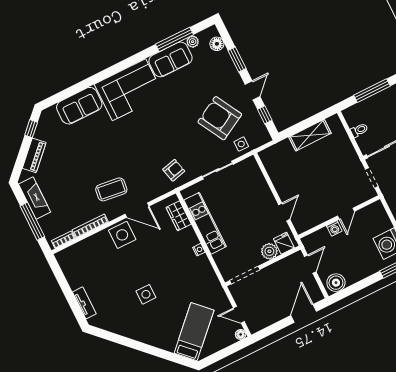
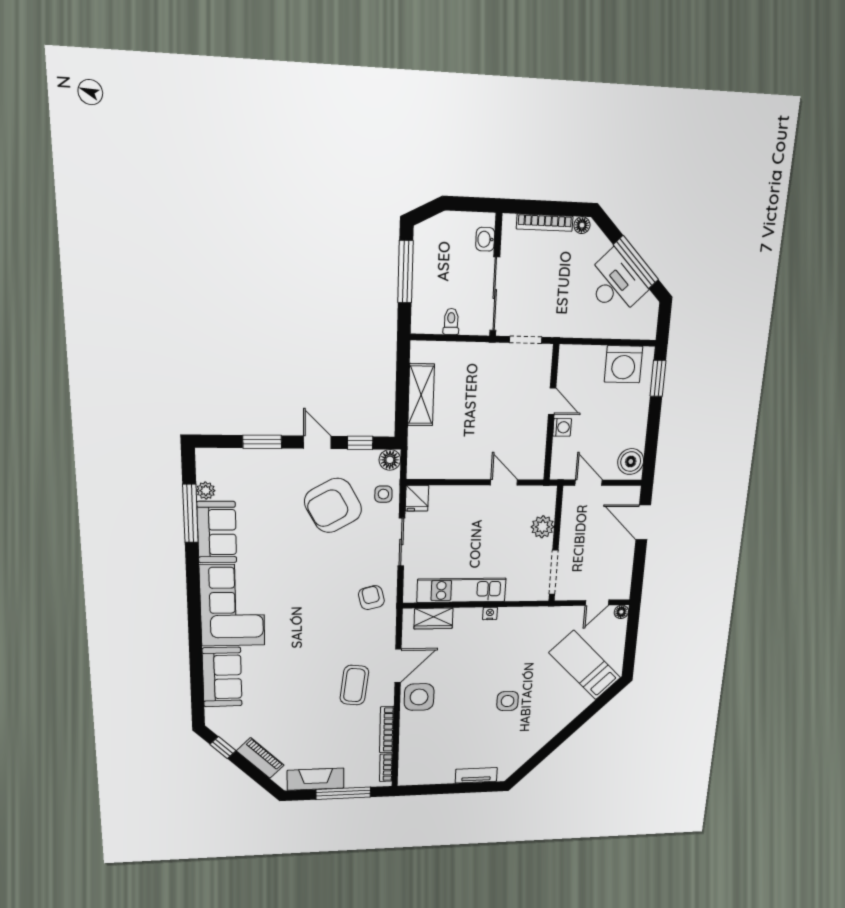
floor lamp: (217, 44) -> (390, 460), moved
fridge: (284, 243) -> (417, 498), moved, turned -90

